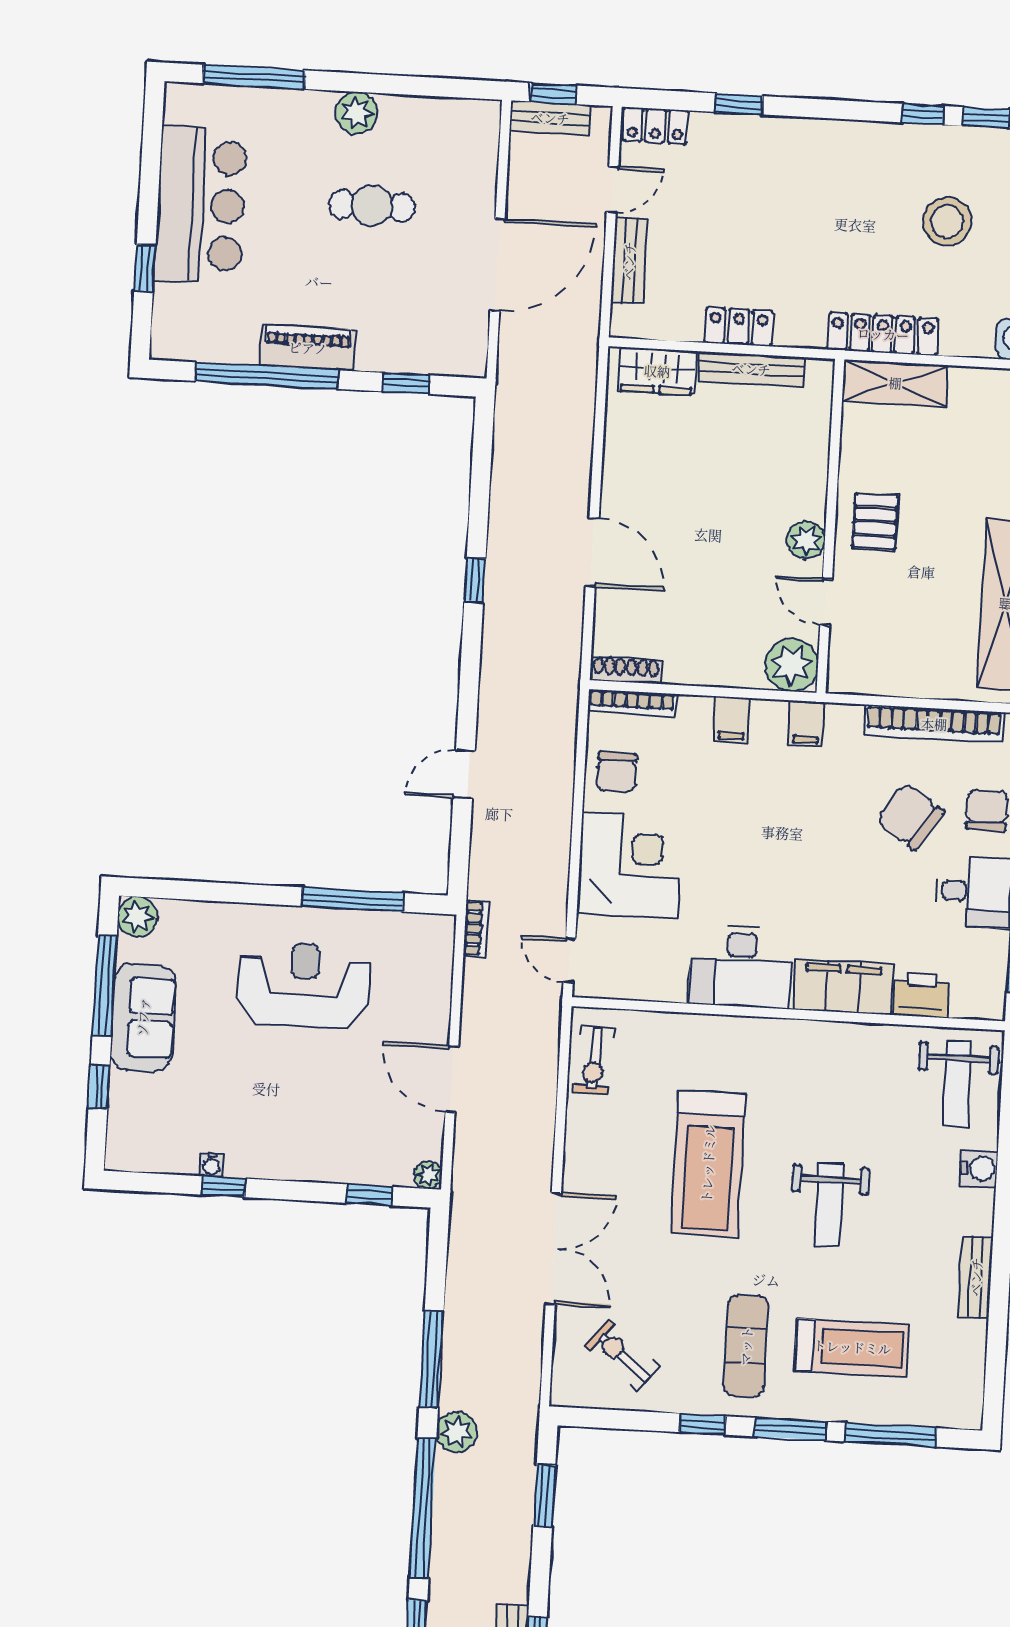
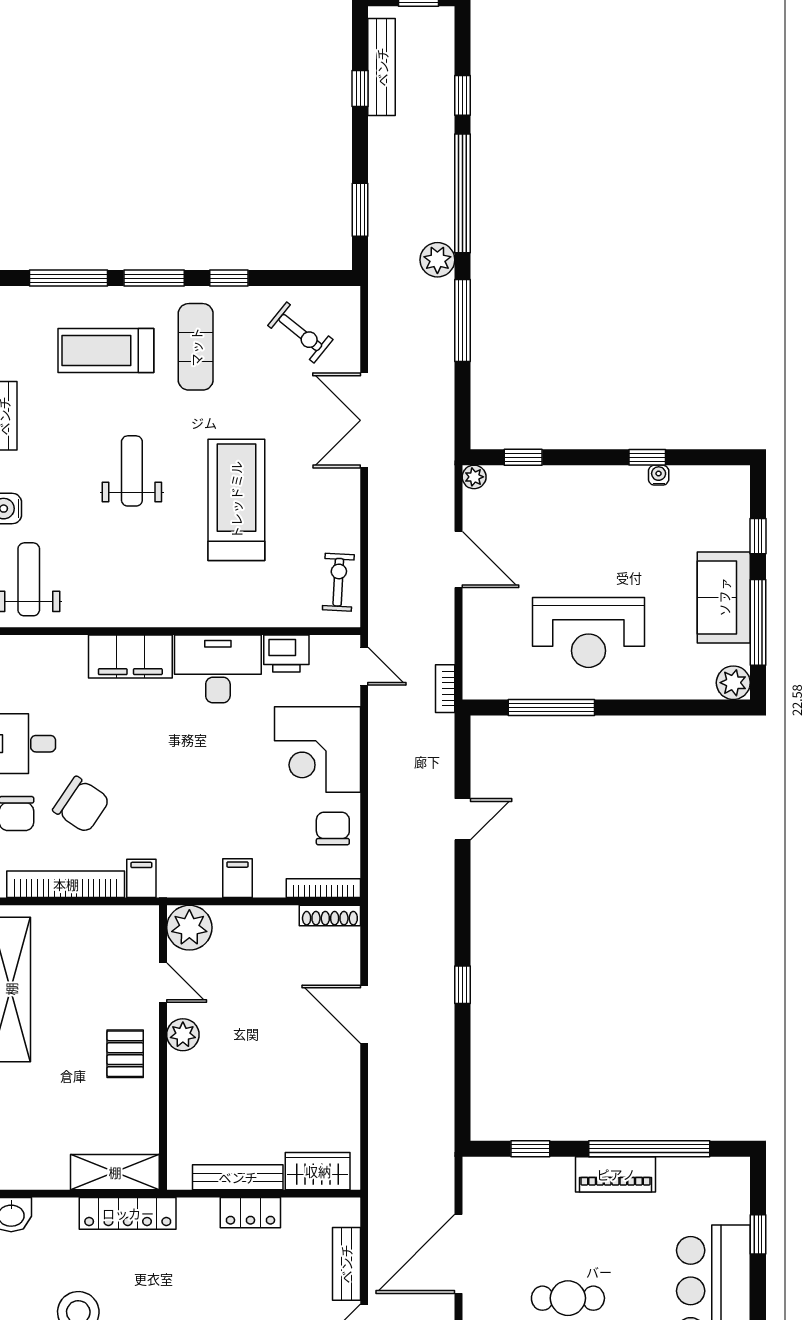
filing cabinet: (806, 724) -> (141, 878), moved
printer: (921, 995) -> (286, 653), moved

